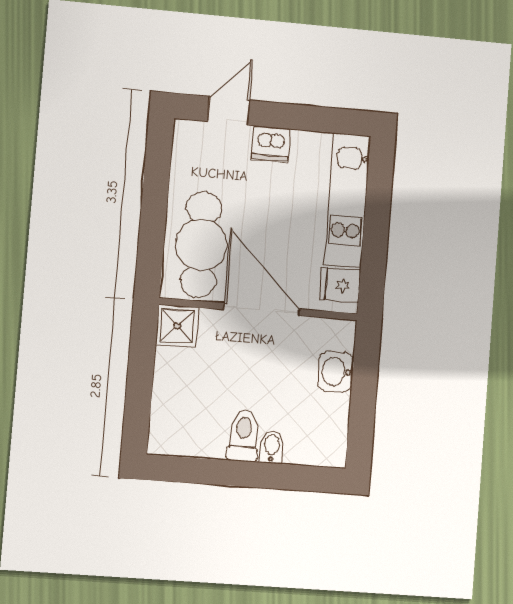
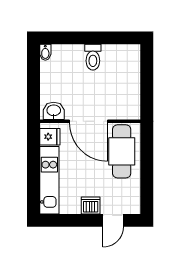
shower: (177, 326) -> (130, 110), removed
washbasin: (336, 372) -> (54, 111), moved, turned -90
bidet: (272, 447) -> (45, 52), moved

